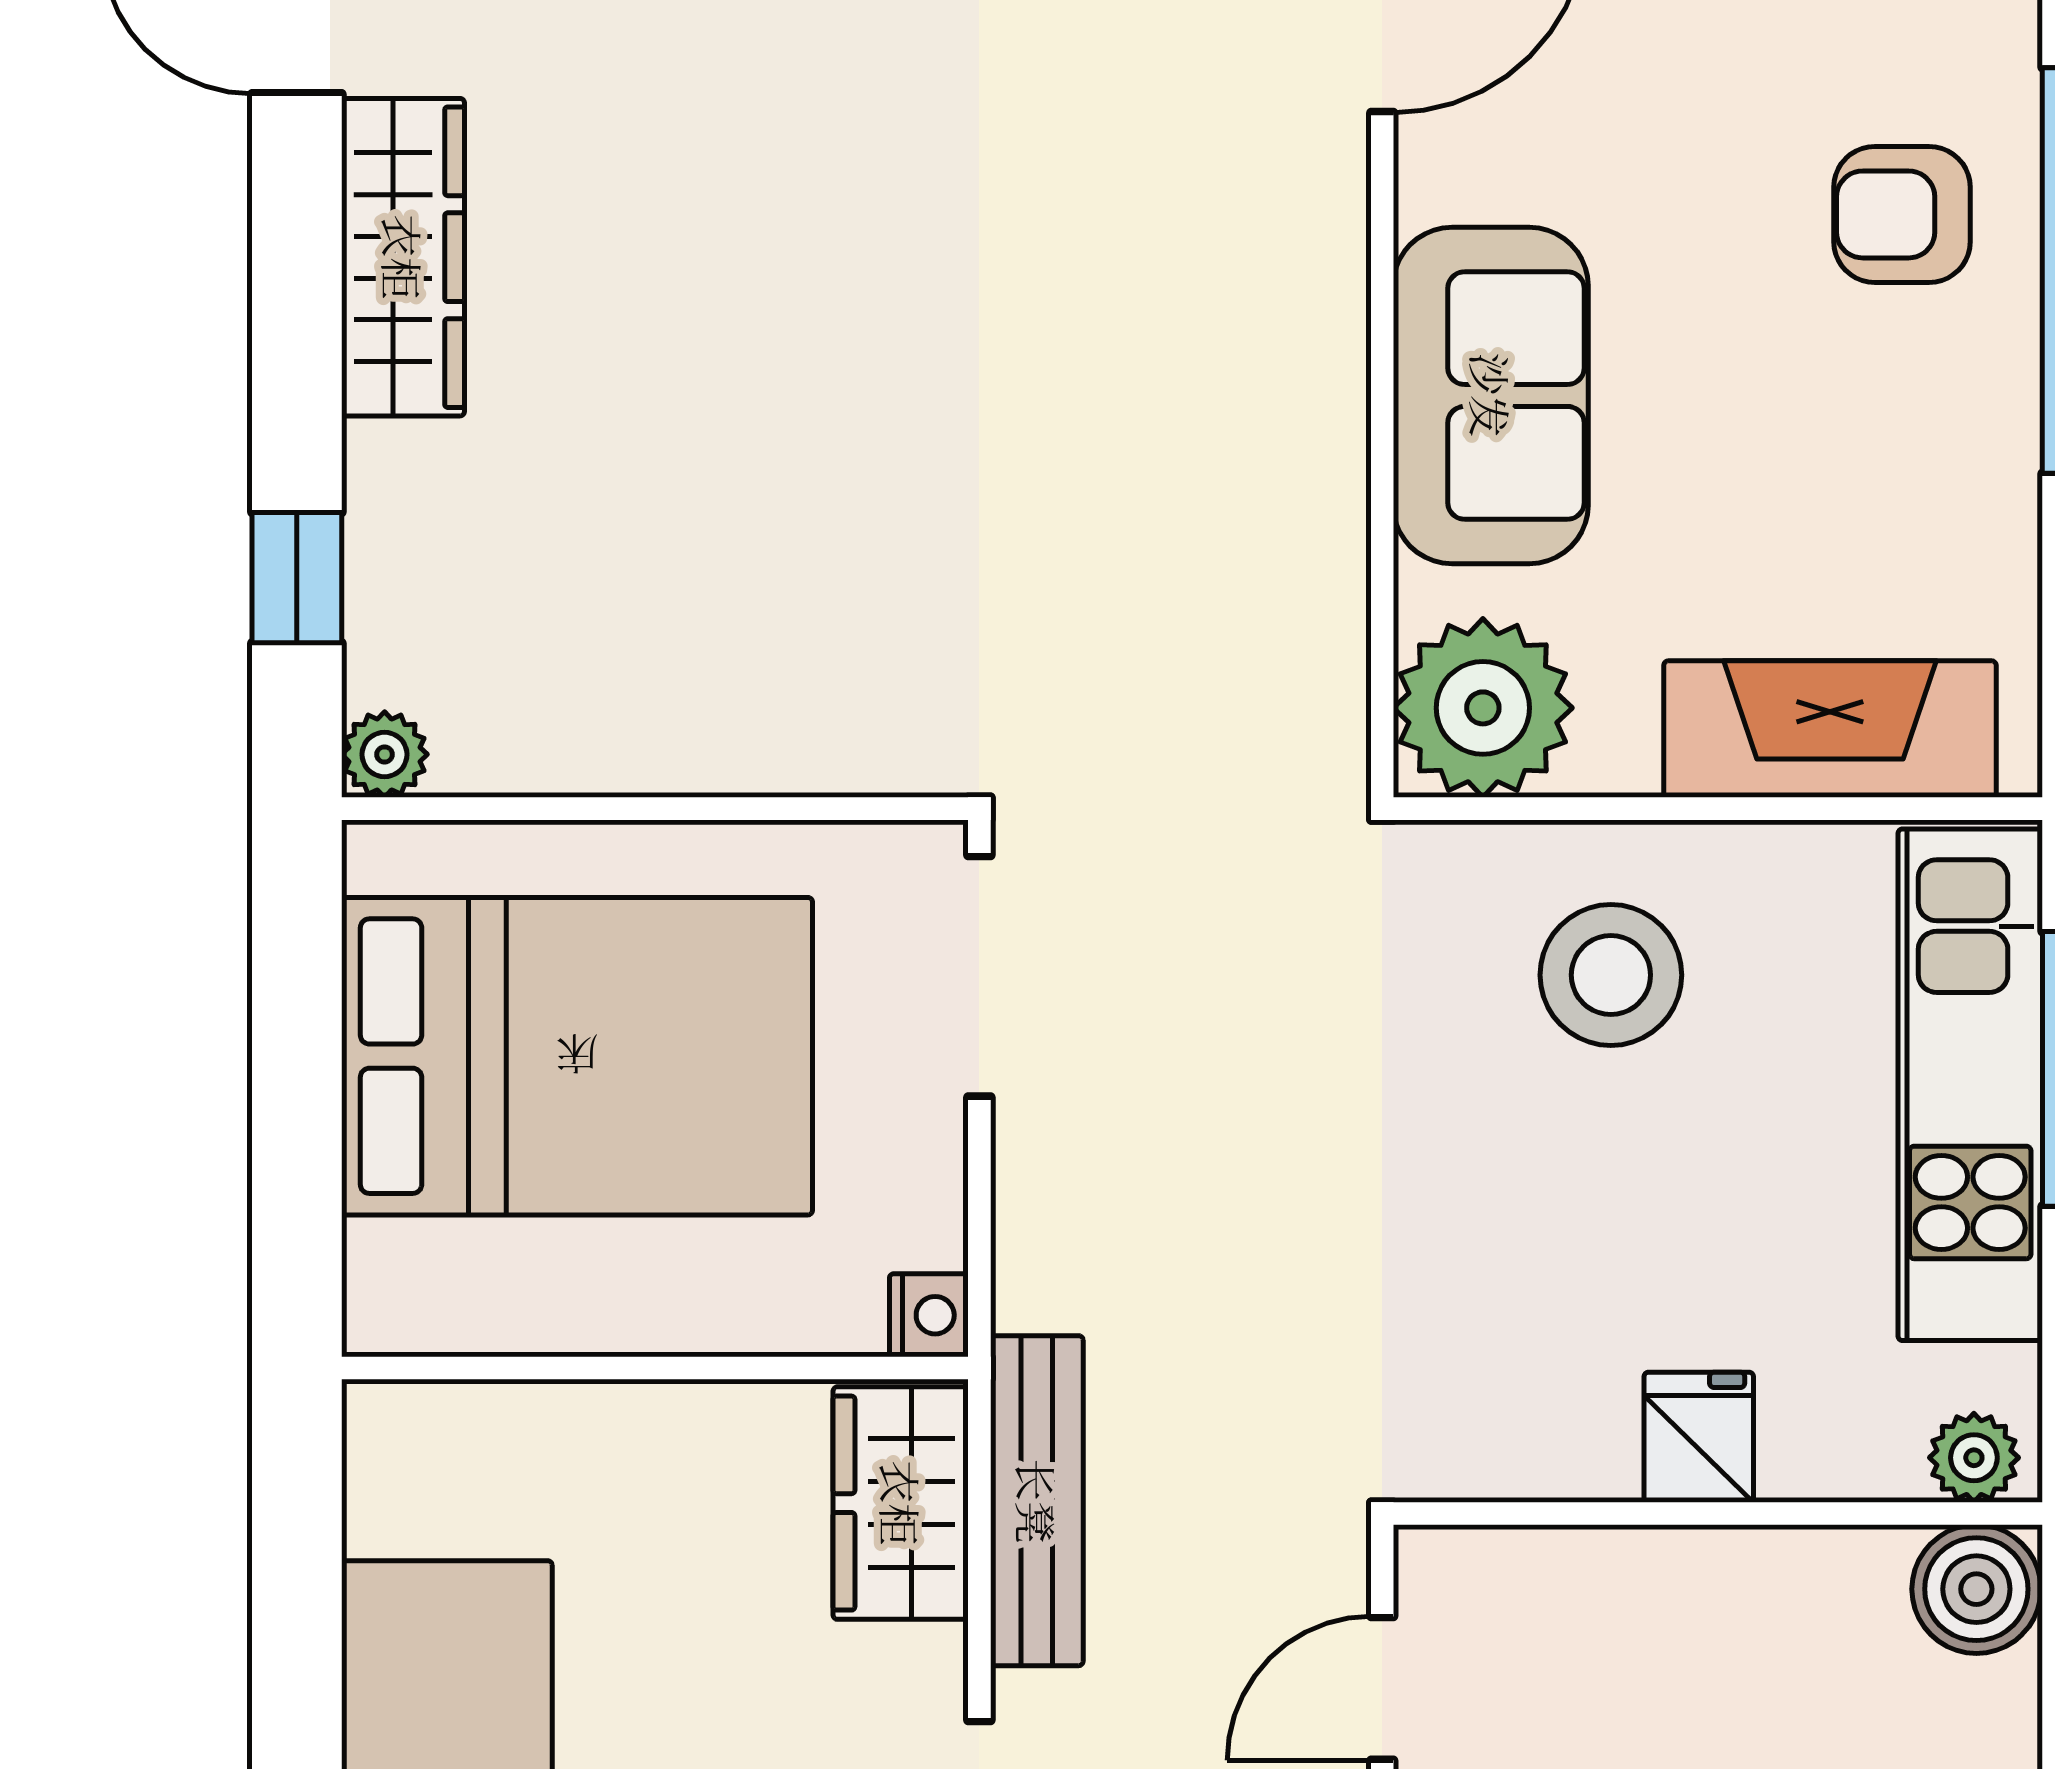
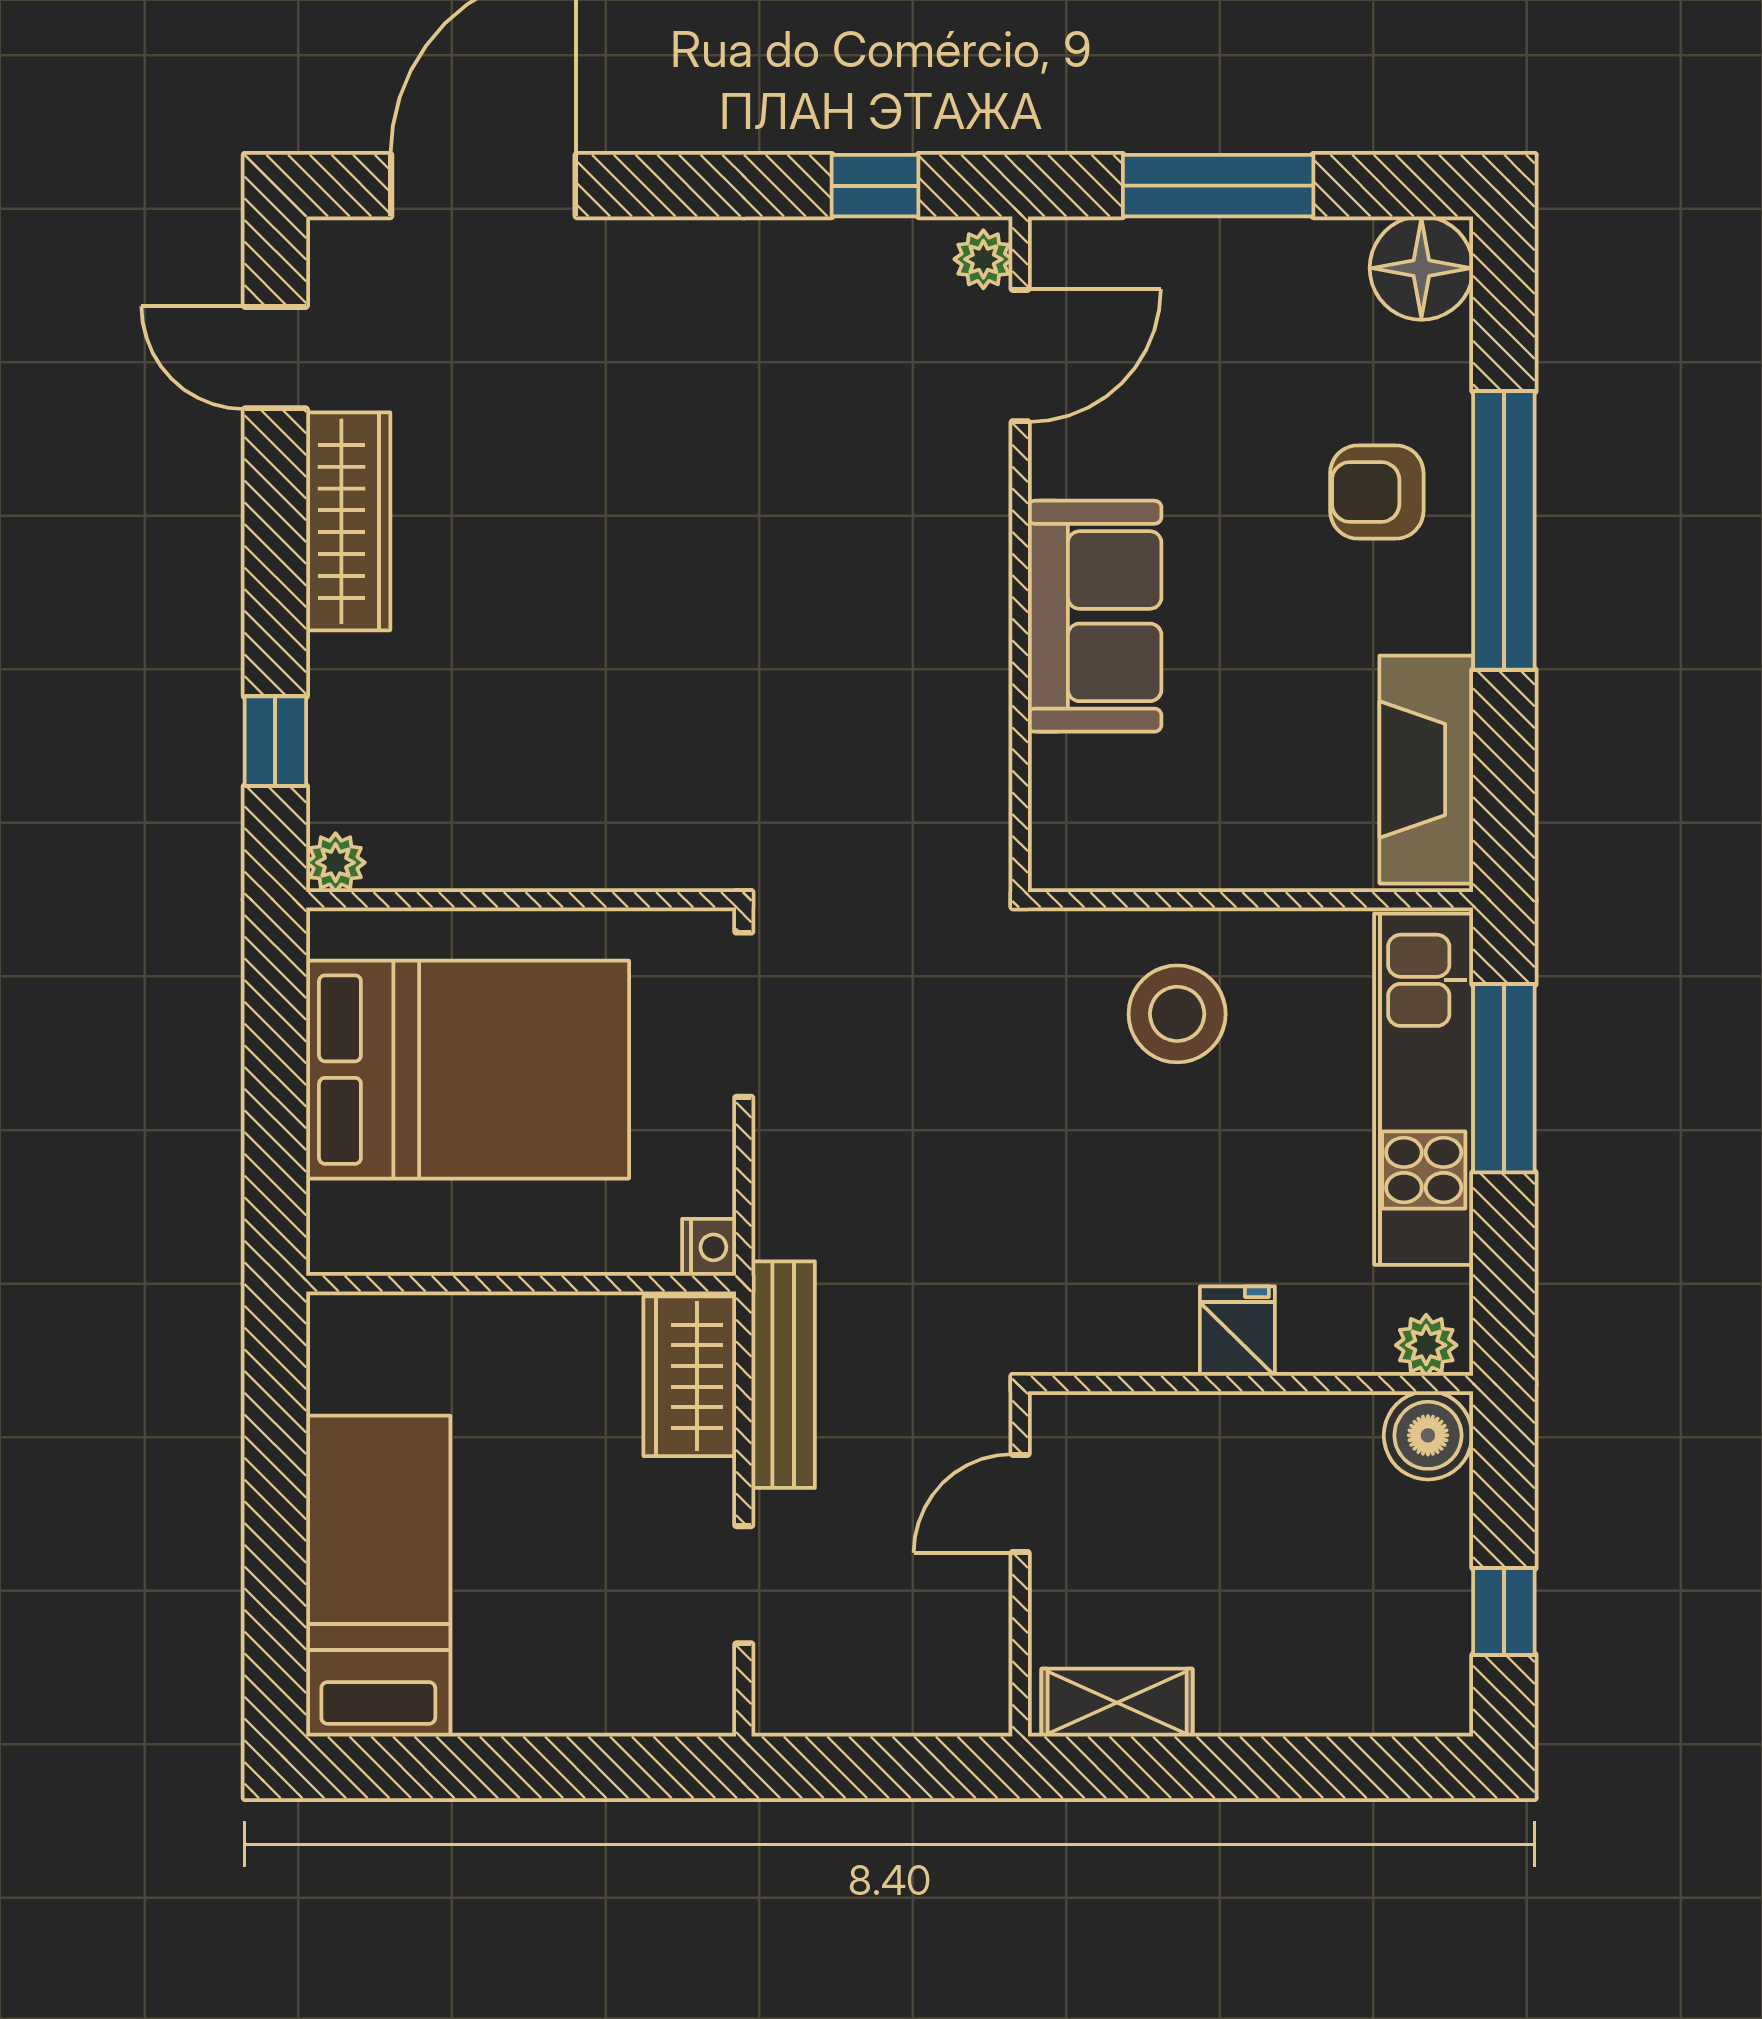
plant: (1483, 708) -> (1089, 831), removed
fireplace: (1830, 729) -> (1426, 770), moved, turned -90

